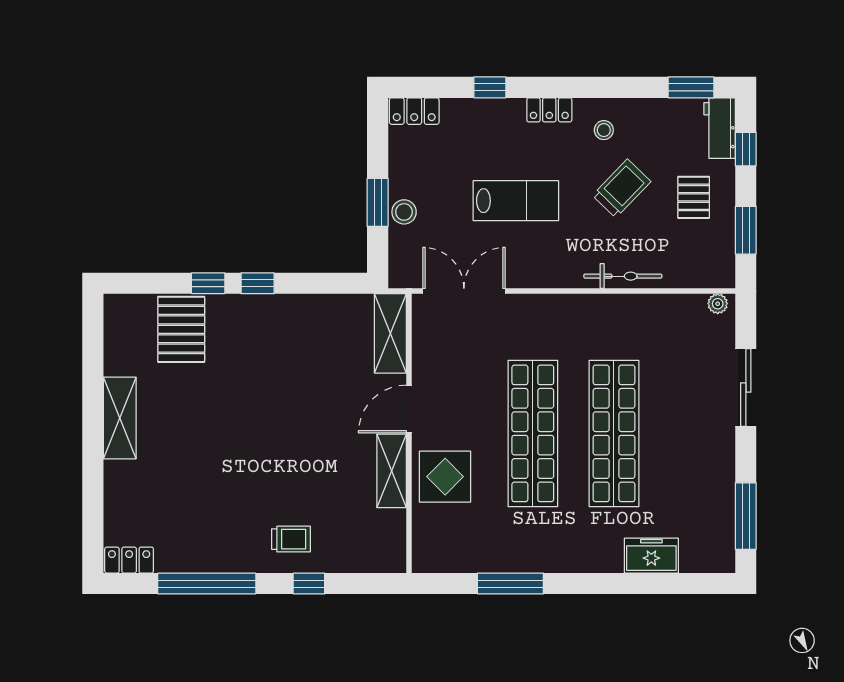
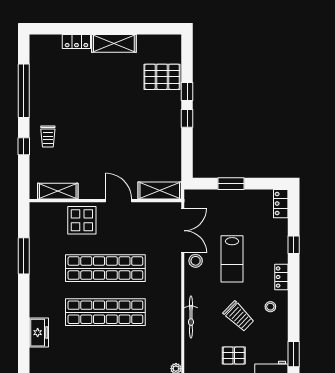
stool: (404, 212) -> (196, 261), moved
shelving: (392, 471) -> (58, 191), moved
locker: (129, 560) -> (76, 42), moved, turned 90

